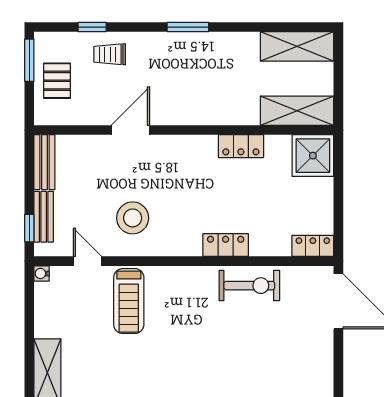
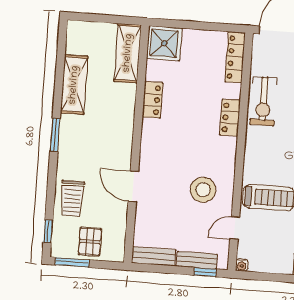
window: (92, 27) -> (48, 231), moved
shelving: (297, 46) -> (74, 85), moved
trolley: (110, 54) -> (72, 198), width x1.36, depth x1.39
pallet: (57, 81) -> (90, 242), turned 90
locker: (313, 246) -> (235, 57), width x1.53
exercise bike: (249, 286) -> (263, 101), turned 180

